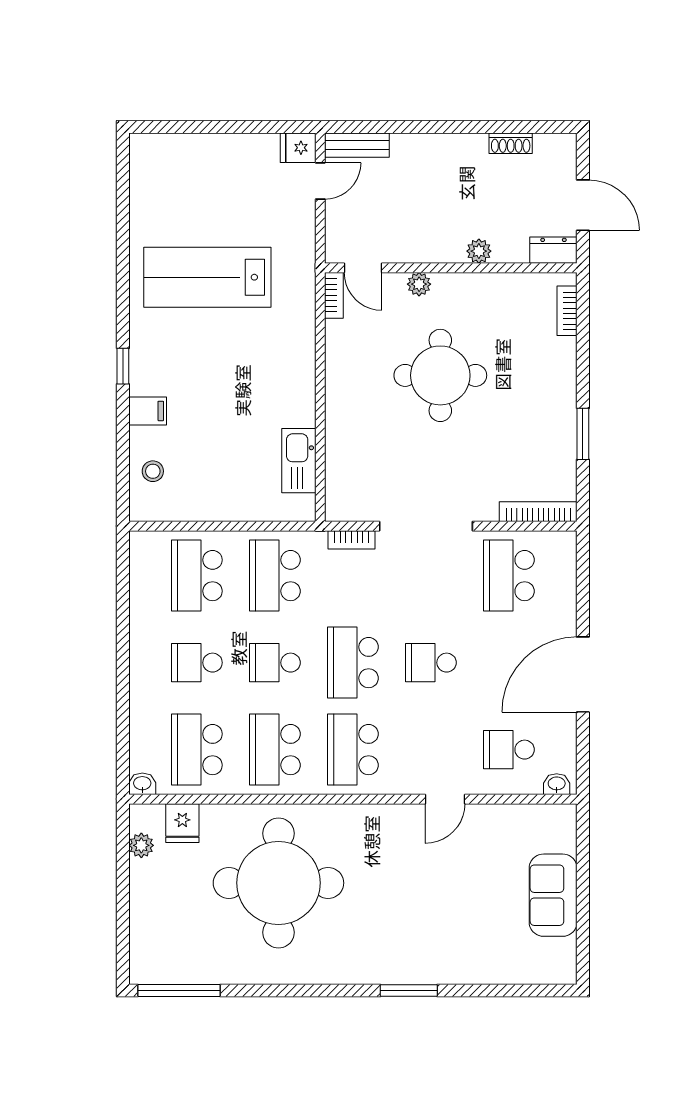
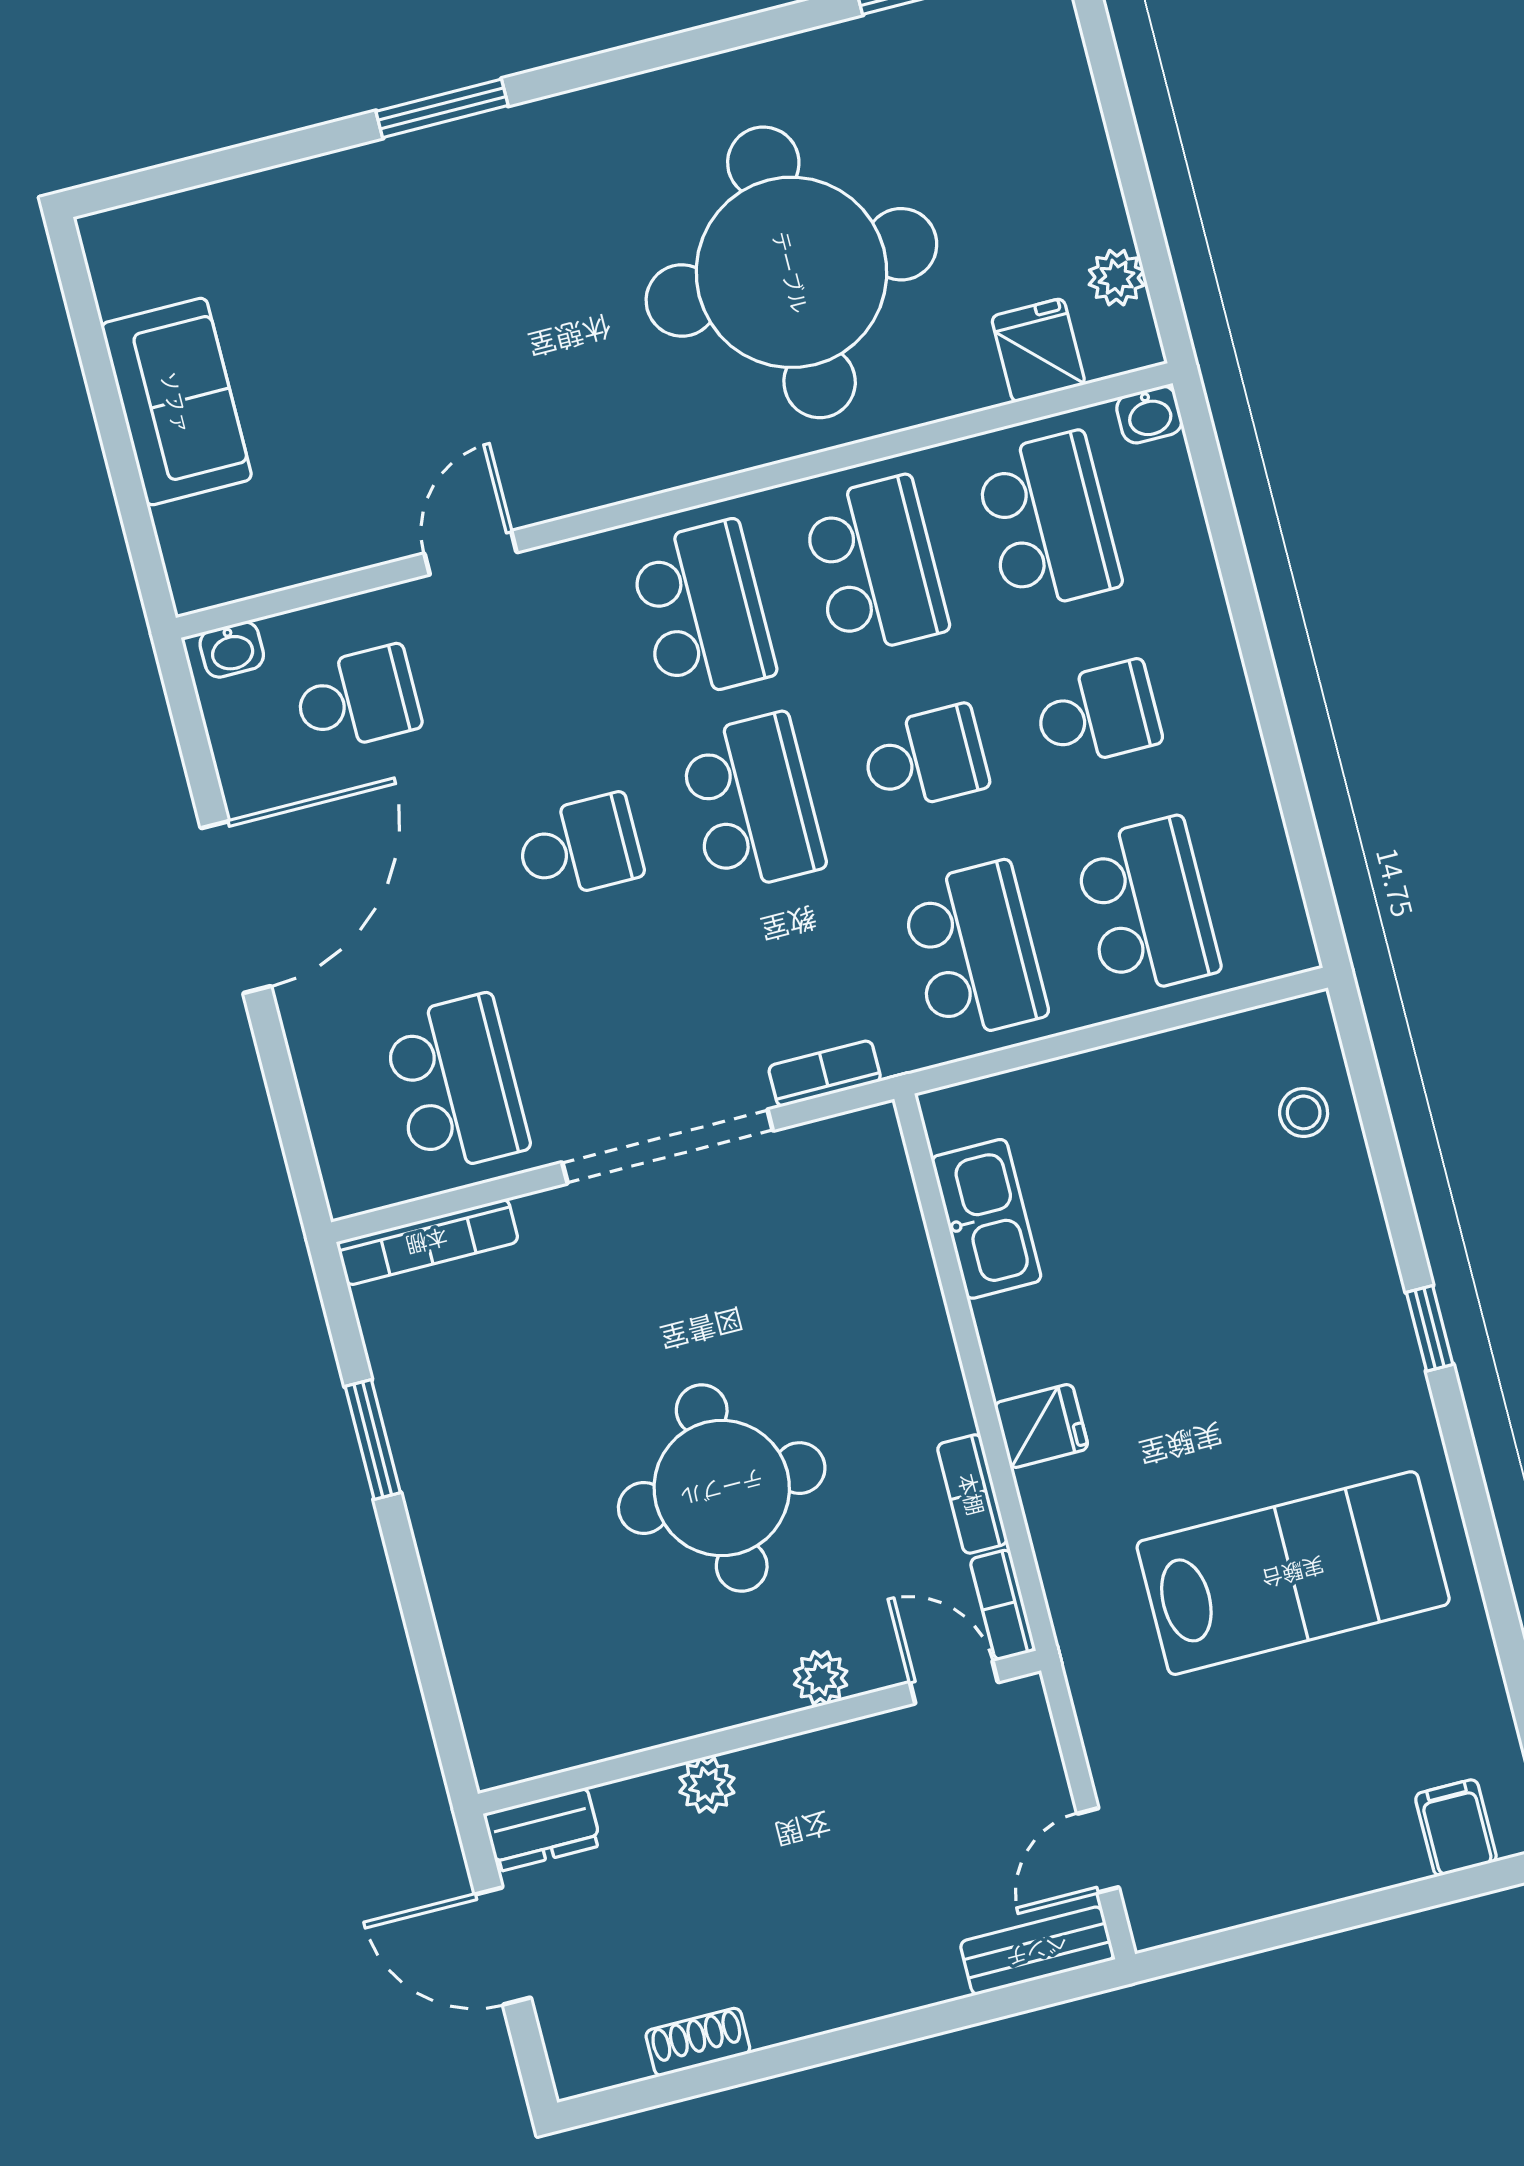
fridge: (298, 148) -> (1041, 1426), moved
bookcase: (567, 311) -> (972, 1494), moved, turned 180
filing cabinet: (148, 411) -> (1456, 1828), moved, turned 90

